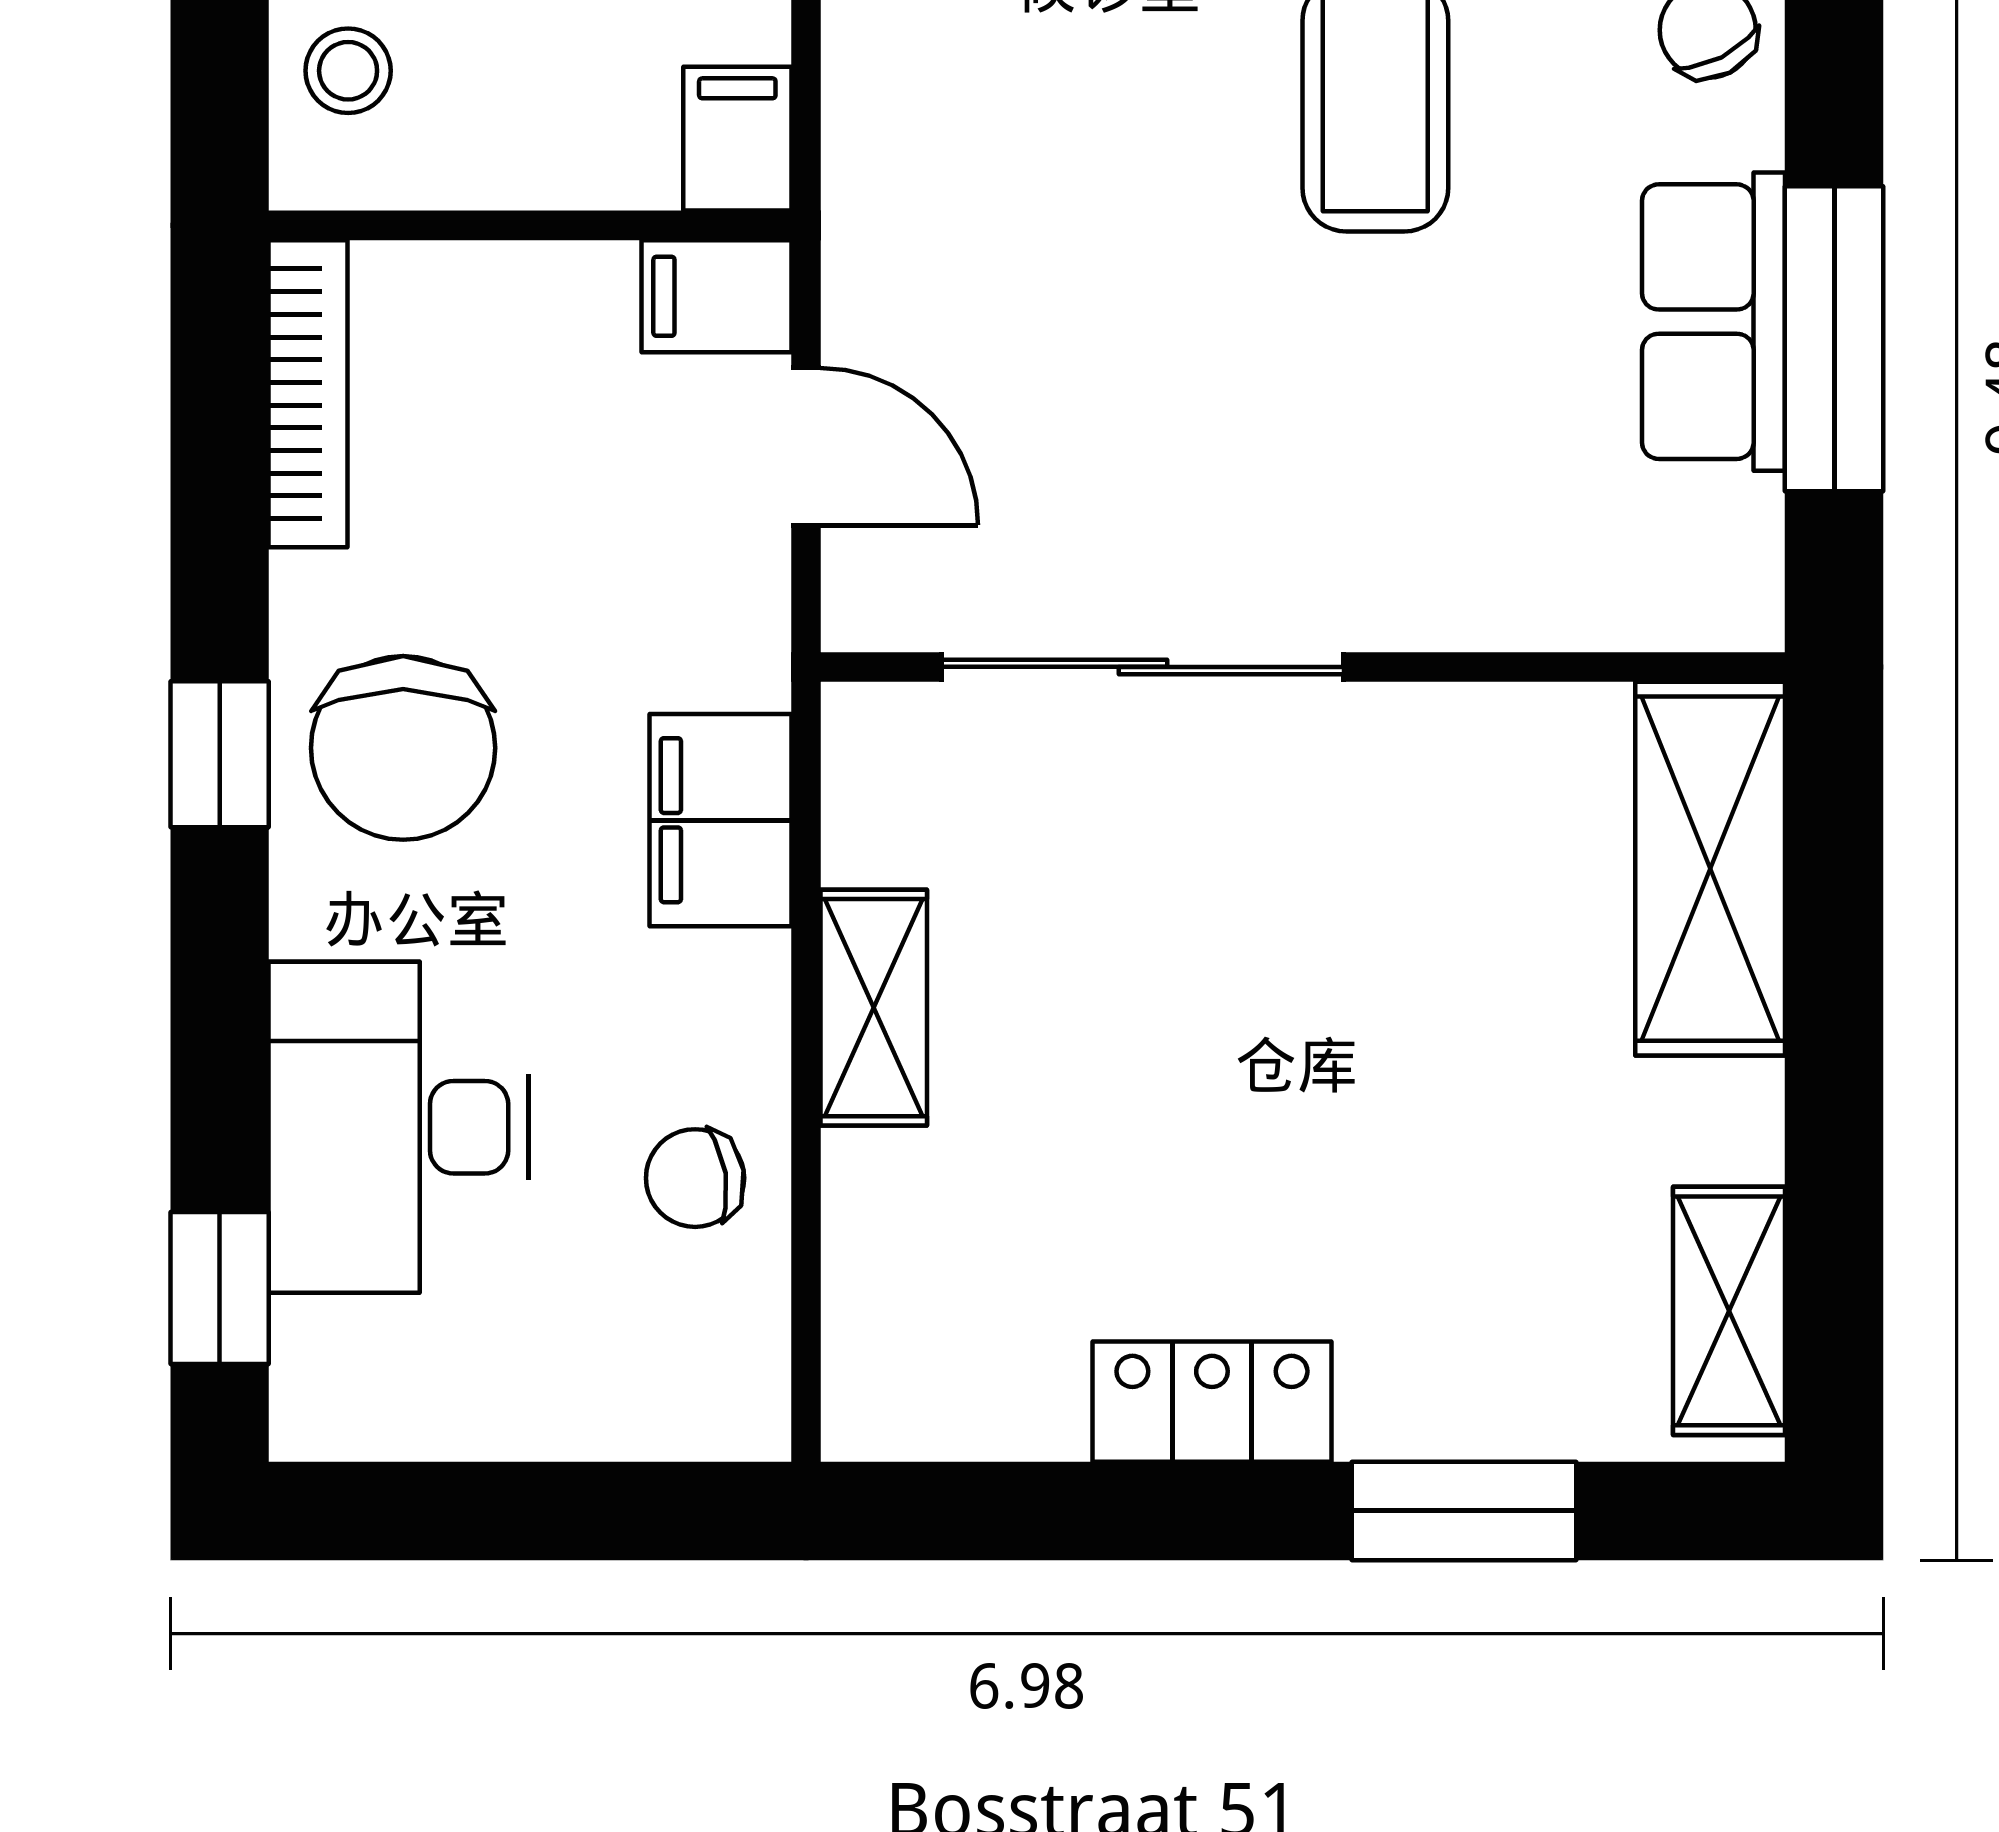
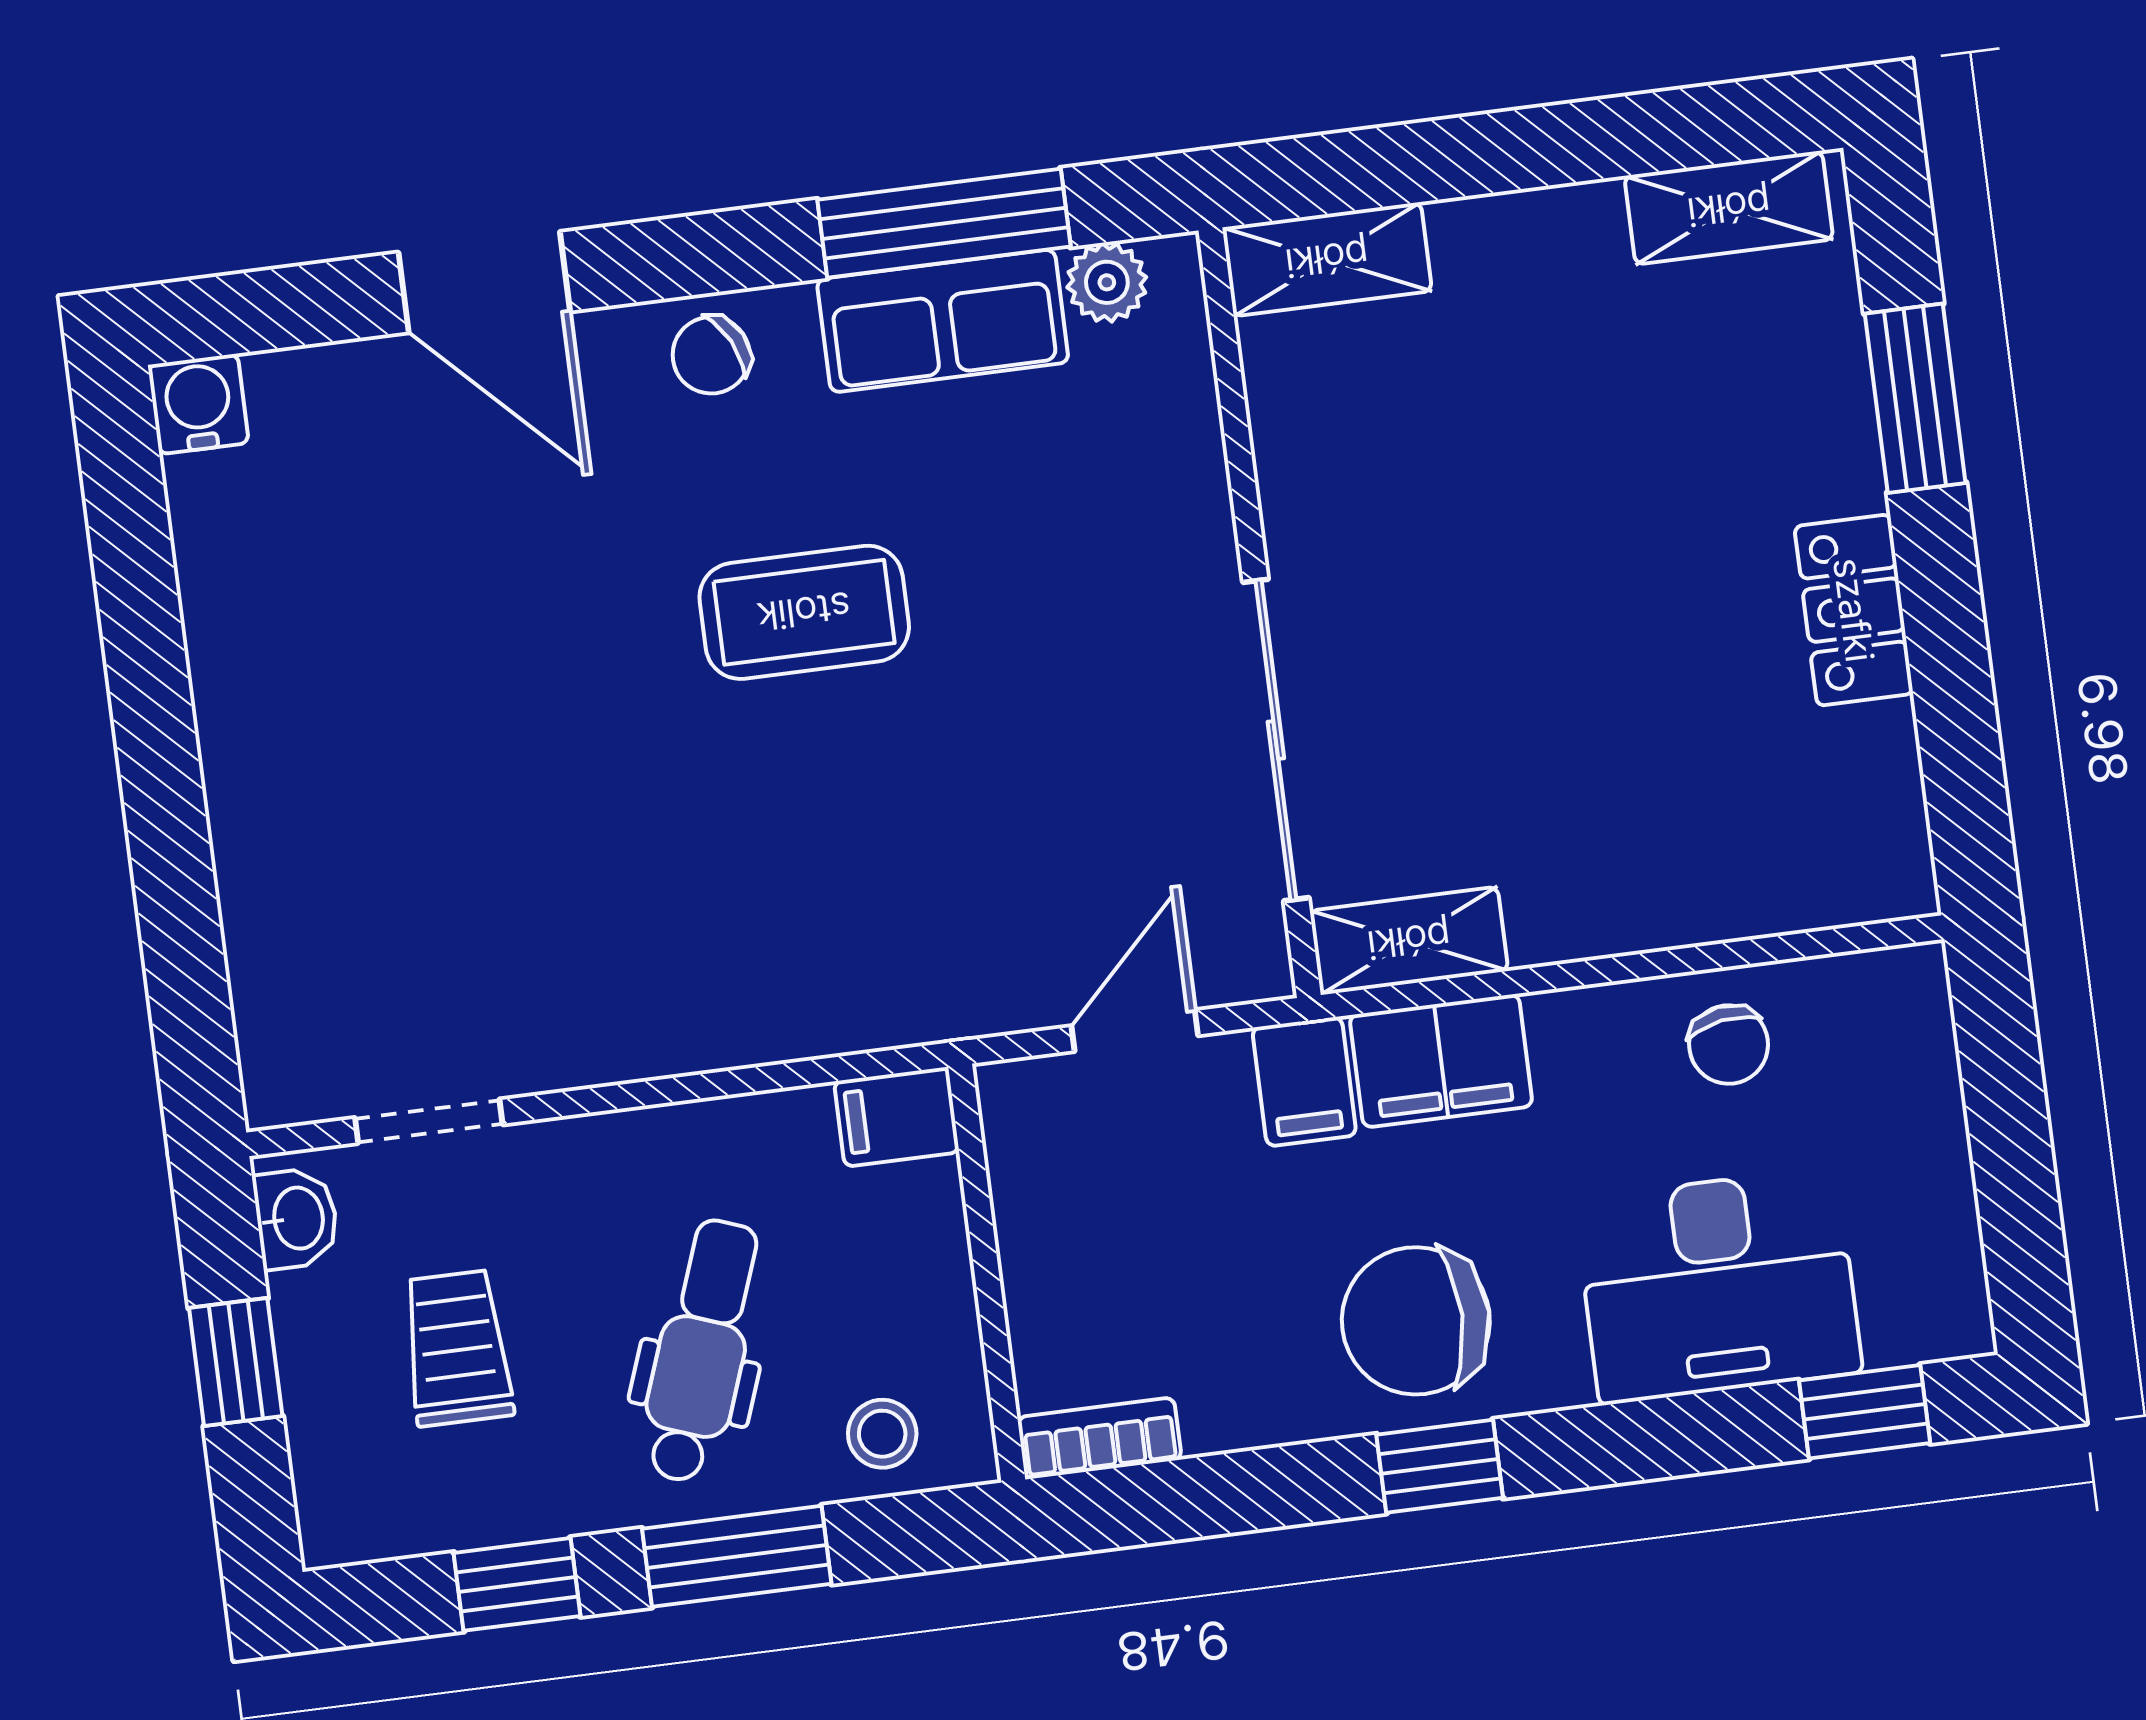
filing cabinet: (716, 296) -> (1304, 1082), moved
bookcase: (308, 394) -> (1099, 1438), width x0.64
plant: (1735, 531) -> (1107, 282), added
chair: (403, 748) -> (1416, 1321), turned 180
shelving: (1710, 869) -> (1327, 259), width x0.67, depth x0.75
shelving: (874, 1008) -> (1409, 941), moved

